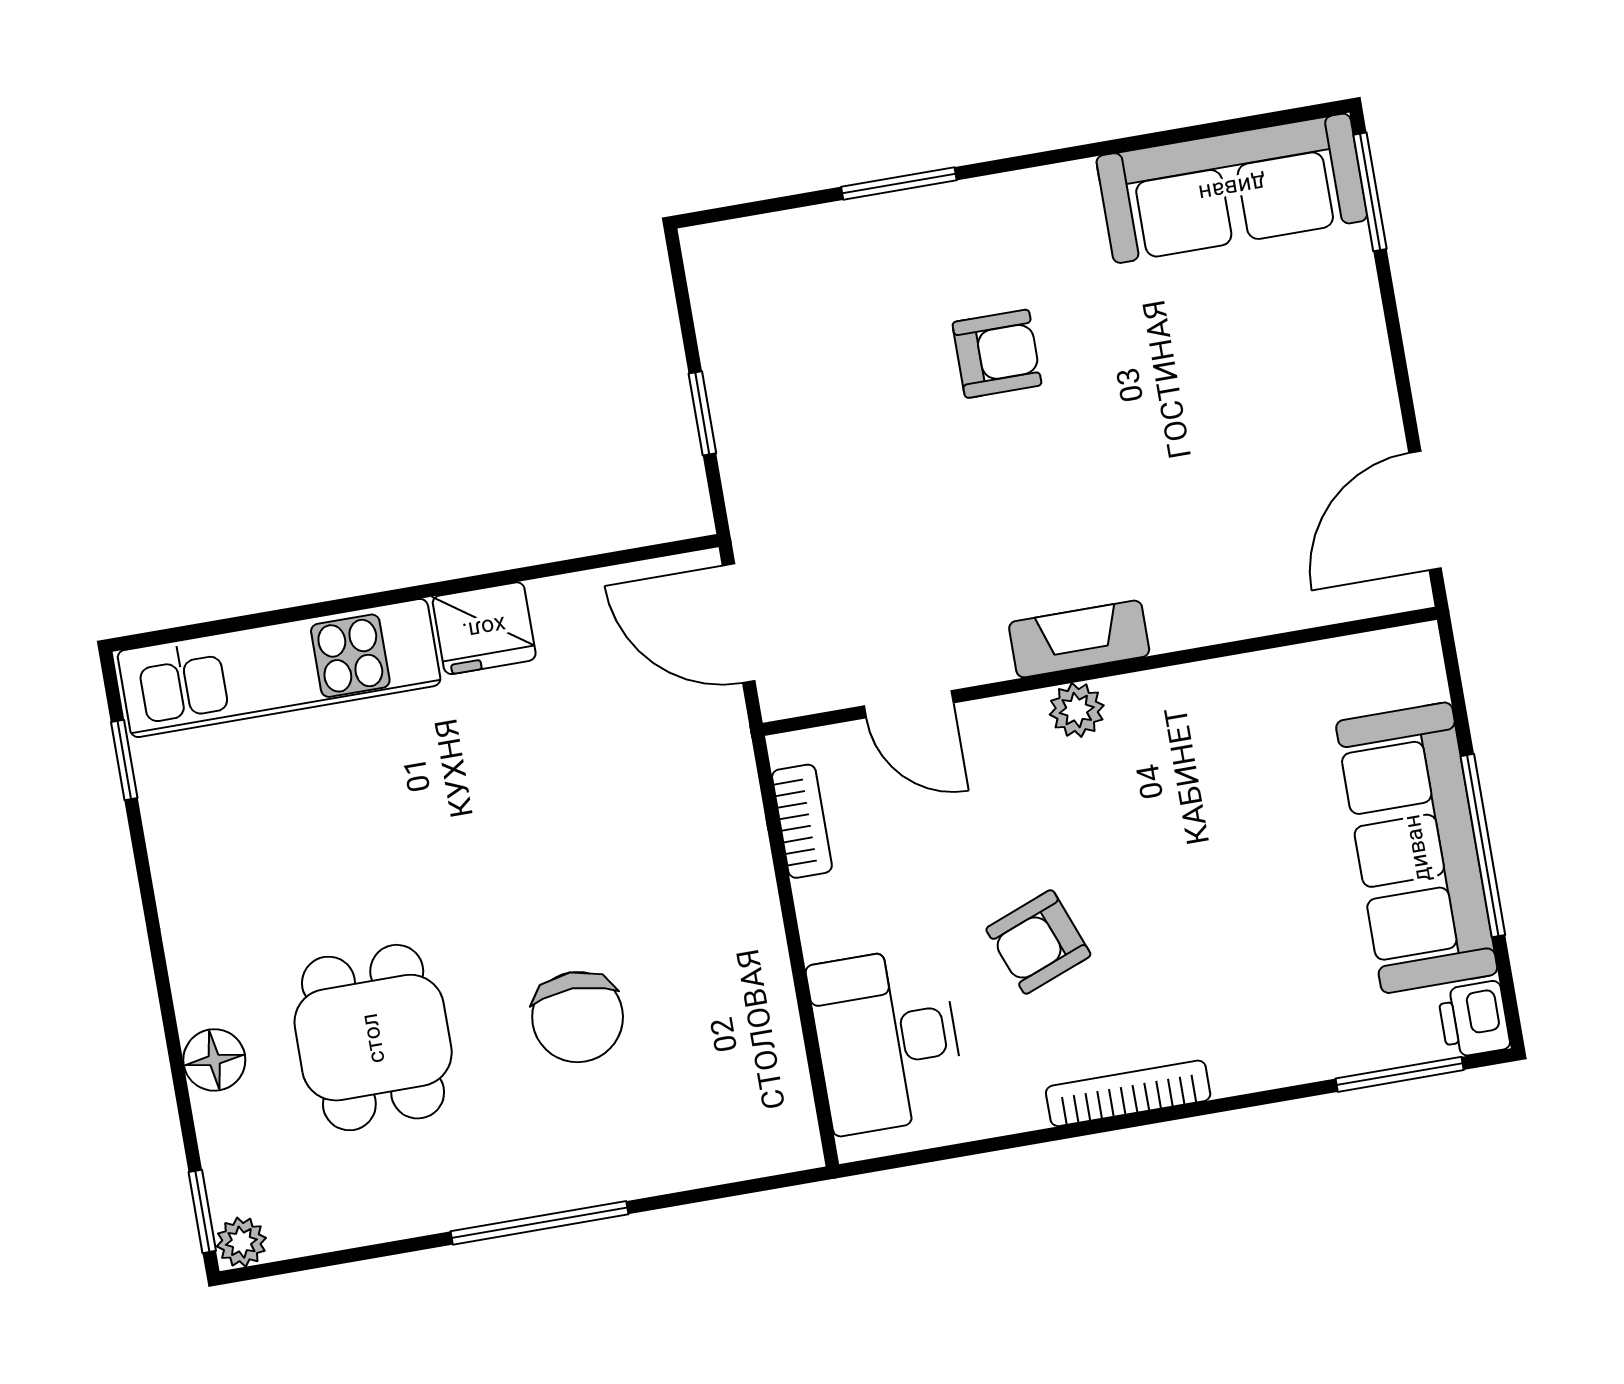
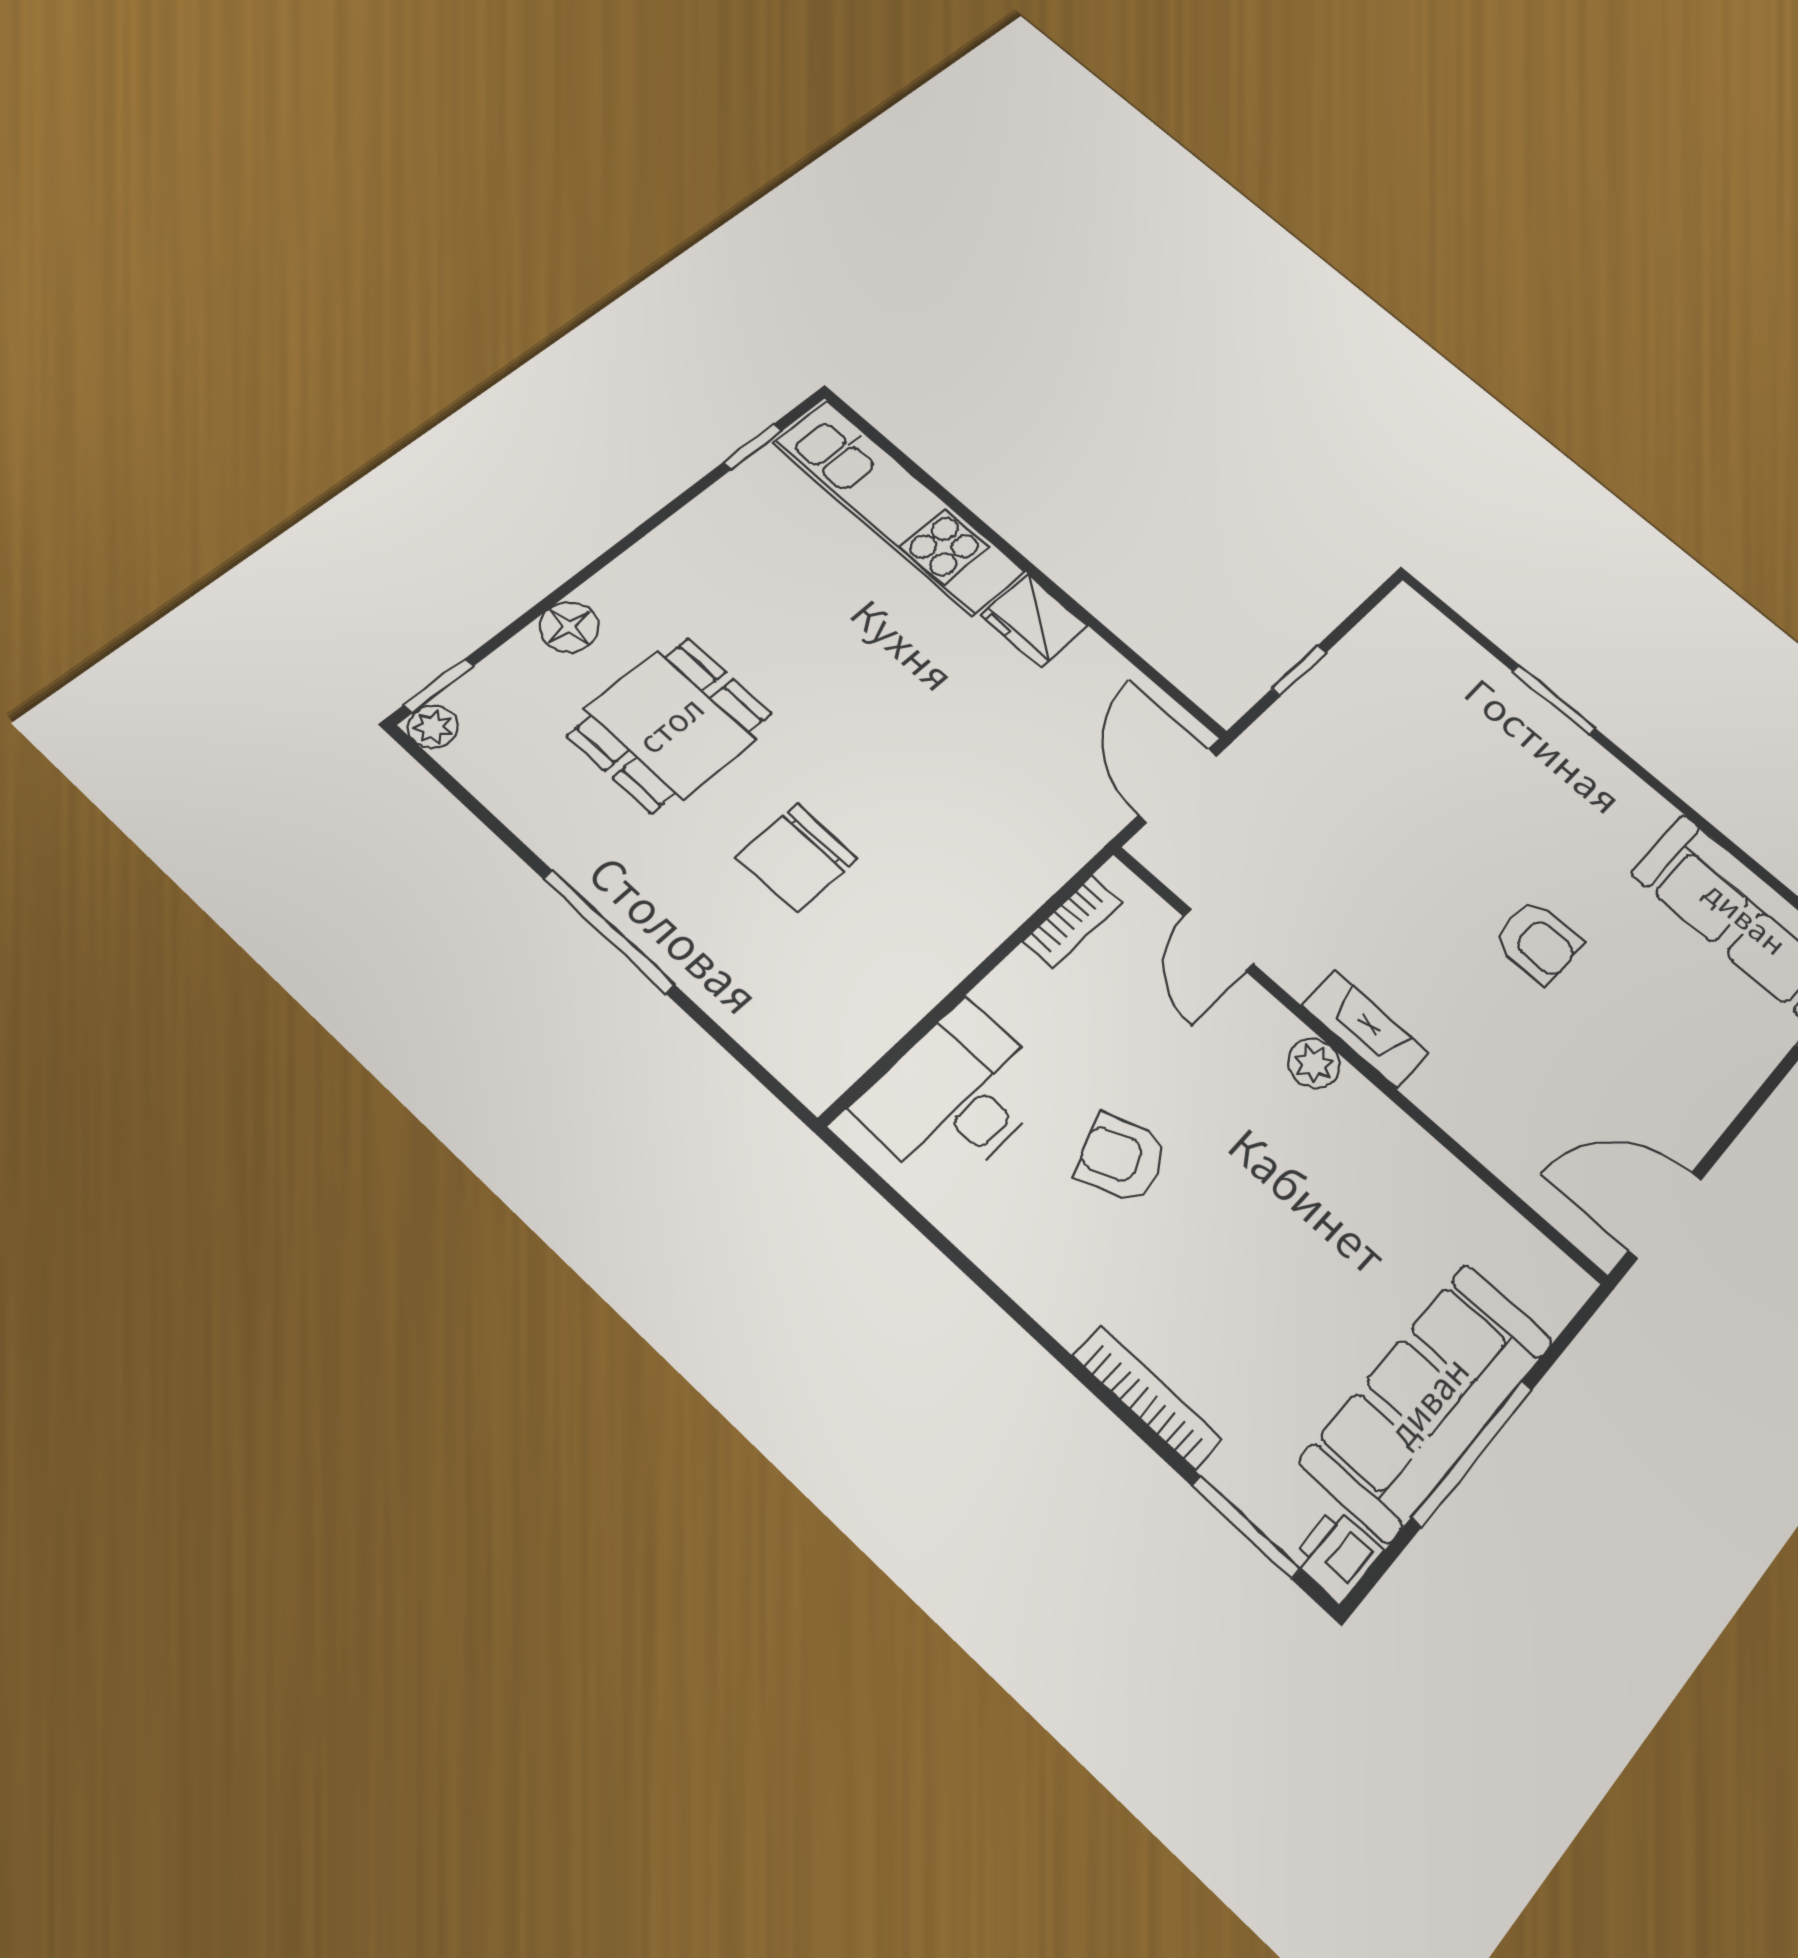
armchair: (997, 354) -> (1538, 942), moved
bookcase: (1128, 1093) -> (1147, 1398), moved

